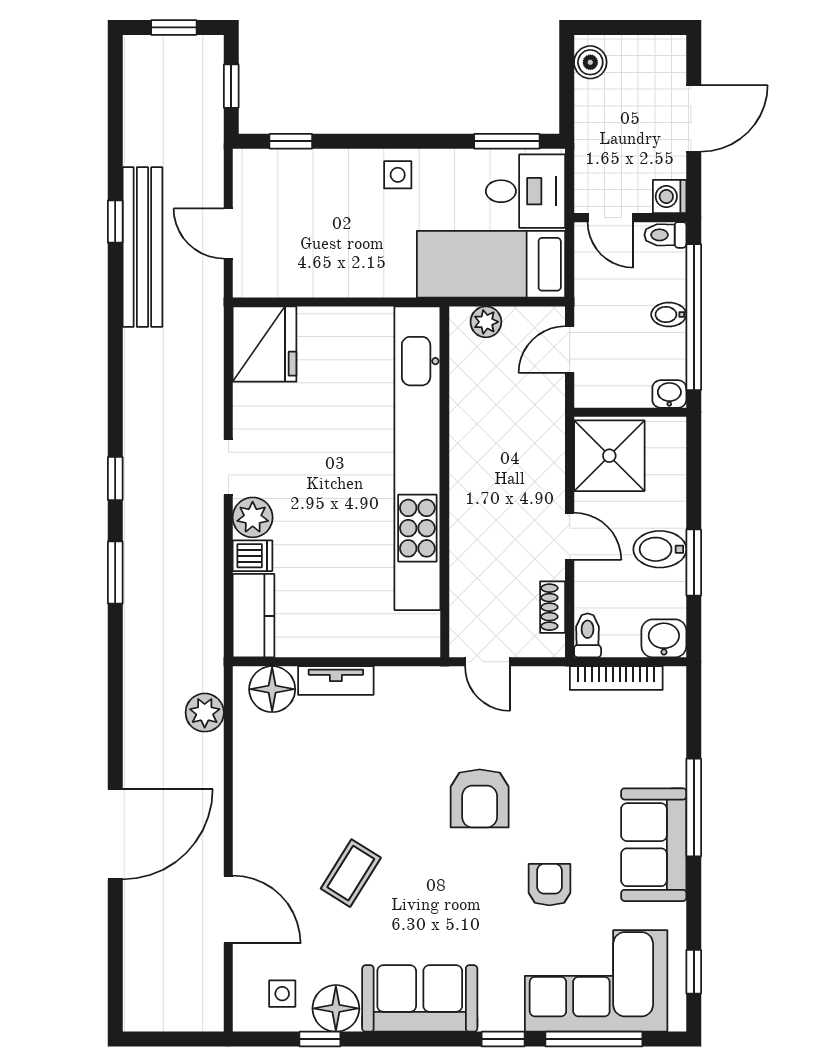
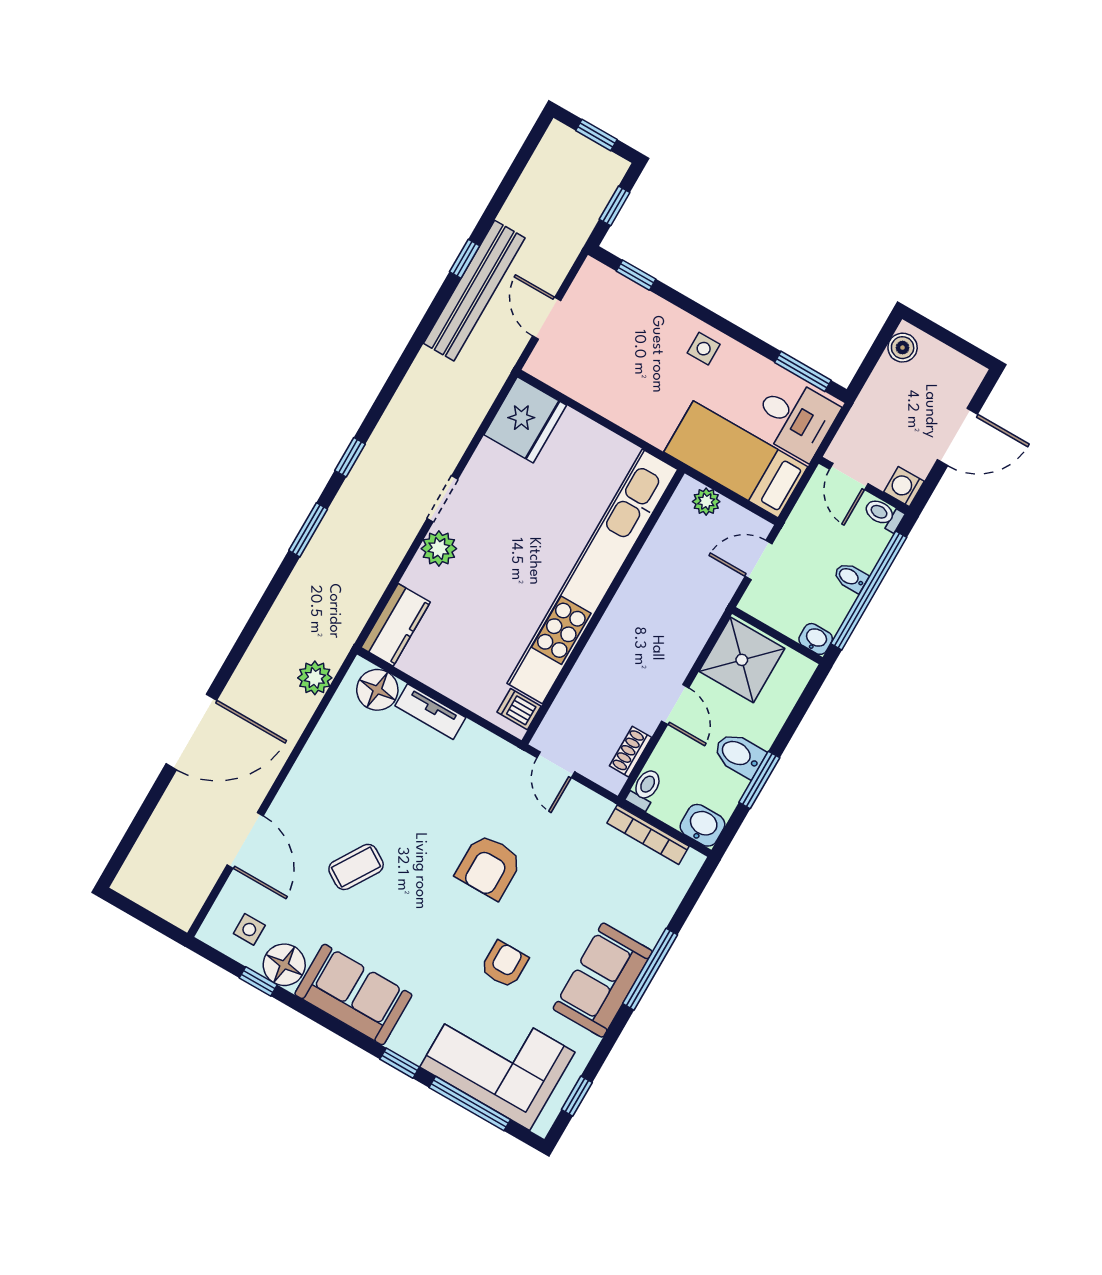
dishwasher: (252, 556) -> (519, 709), moved, turned 180

